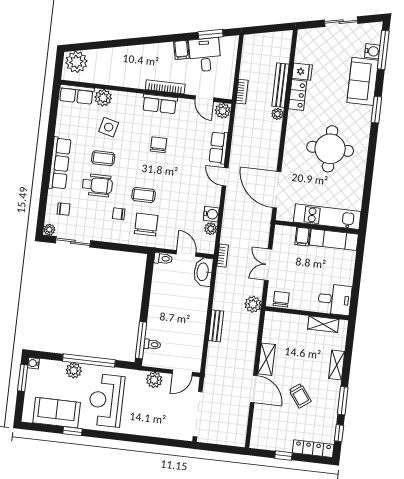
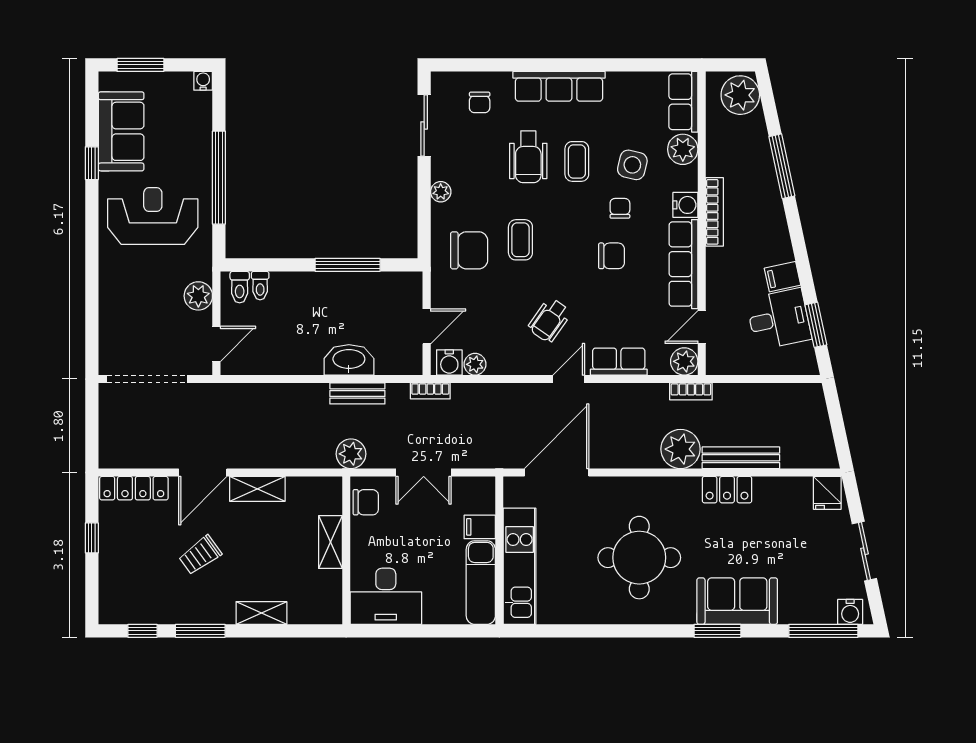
window: (119, 43) -> (782, 166), added
water cooler: (372, 51) -> (850, 612), moved
fridge: (302, 72) -> (827, 493), moved
sofa: (363, 81) -> (737, 601), moved
bookcase: (165, 87) -> (714, 212), moved
bookcase: (242, 92) -> (691, 391), moved
water cooler: (135, 100) -> (685, 205), added
row of seats: (160, 104) -> (683, 264), width x1.48
plant: (277, 114) -> (681, 449), width x1.88, depth x1.88
wheelchair: (191, 184) -> (550, 320), added
chair: (119, 214) -> (620, 208), moved
water cooler: (211, 214) -> (449, 362), moved
plant: (49, 230) -> (441, 192), moved
toilet: (163, 258) -> (240, 287), moved
double door: (268, 265) -> (424, 473), swing flipped
washbasin: (203, 272) -> (349, 360), moved
desk: (335, 299) -> (386, 596), width x1.37
shelving: (323, 324) -> (330, 542), moved
bench: (216, 326) -> (357, 393), moved
window: (141, 340) -> (348, 265), moved
plant: (74, 370) -> (199, 153), removed
door: (182, 373) -> (216, 344), swing flipped
window: (23, 378) -> (140, 65), moved
locker: (313, 449) -> (134, 488), moved, turned 90

